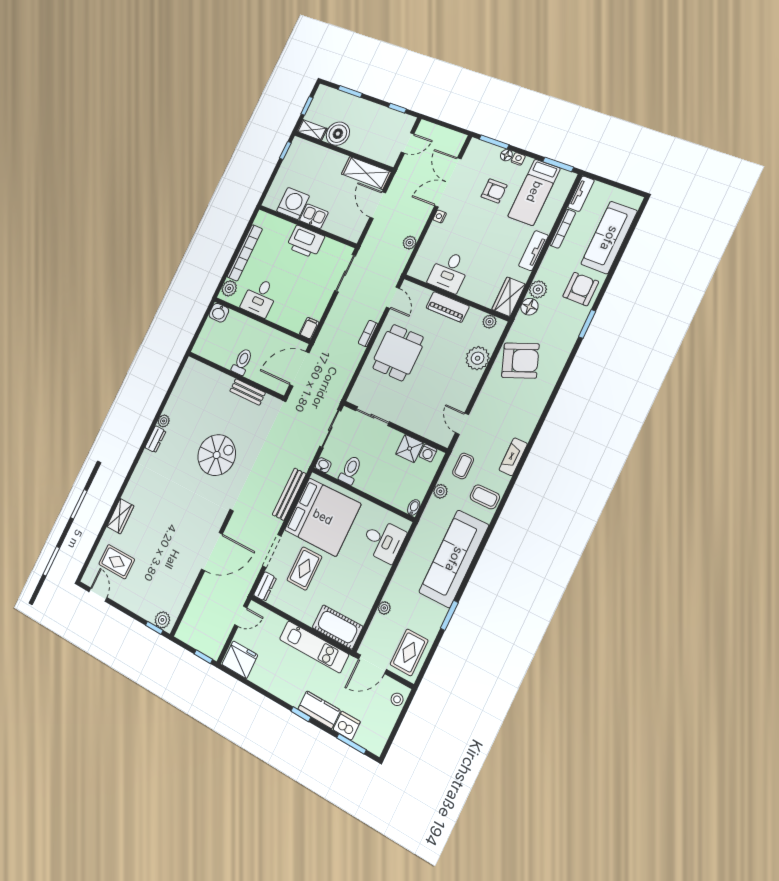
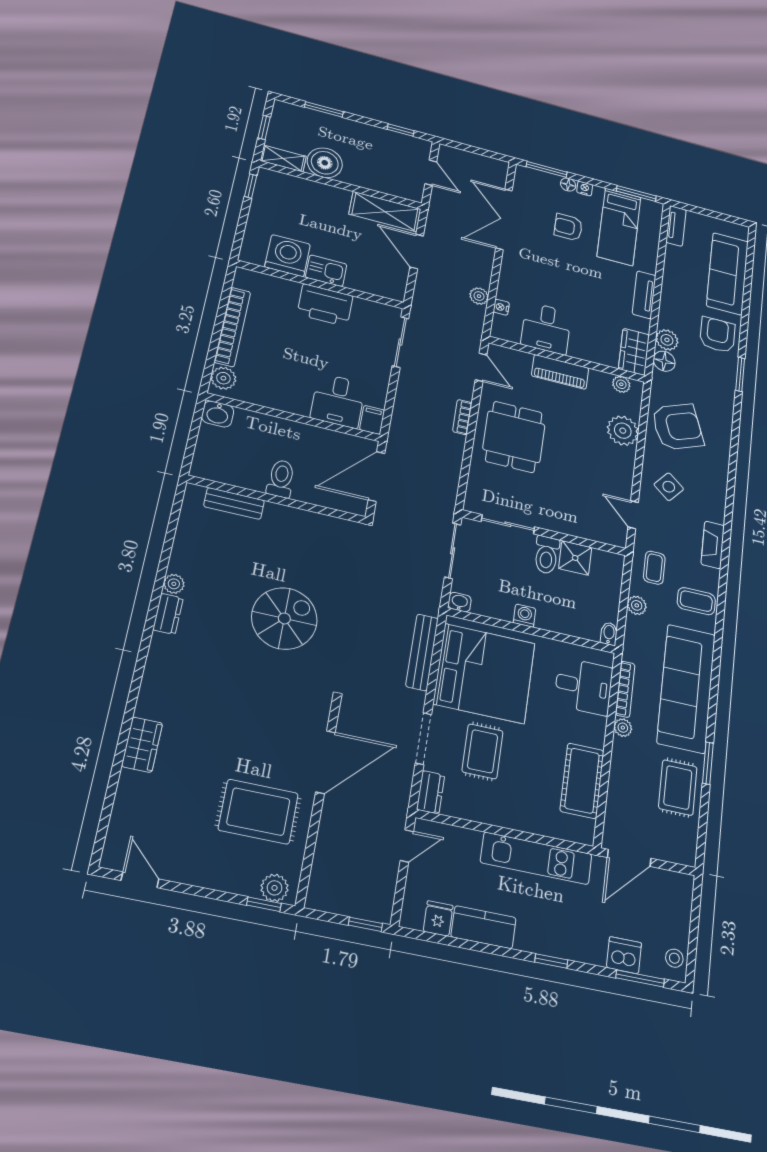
door: (408, 143) -> (431, 173), hinge flipped
armchair: (494, 191) -> (568, 227), turned 180
nightstand: (440, 216) -> (501, 307), moved
bookcase: (563, 229) -> (625, 689), moved
desk: (260, 298) -> (338, 401), moved
bench: (248, 392) -> (234, 503), moved
side table: (496, 407) -> (669, 487), added
washing machine: (428, 453) -> (525, 616), moved, turned 180
toilet: (350, 470) -> (547, 555), moved, turned 180
rug: (117, 562) -> (258, 812), moved, width x1.36, depth x1.43
plant: (384, 608) -> (623, 728), moved
cot: (337, 627) -> (582, 781), moved, turned 90
rug: (409, 652) -> (678, 788), moved
fridge: (240, 660) -> (438, 918), width x0.53, depth x0.75
stool: (397, 699) -> (674, 958), moved
kitchen counter: (319, 710) -> (484, 927), moved

